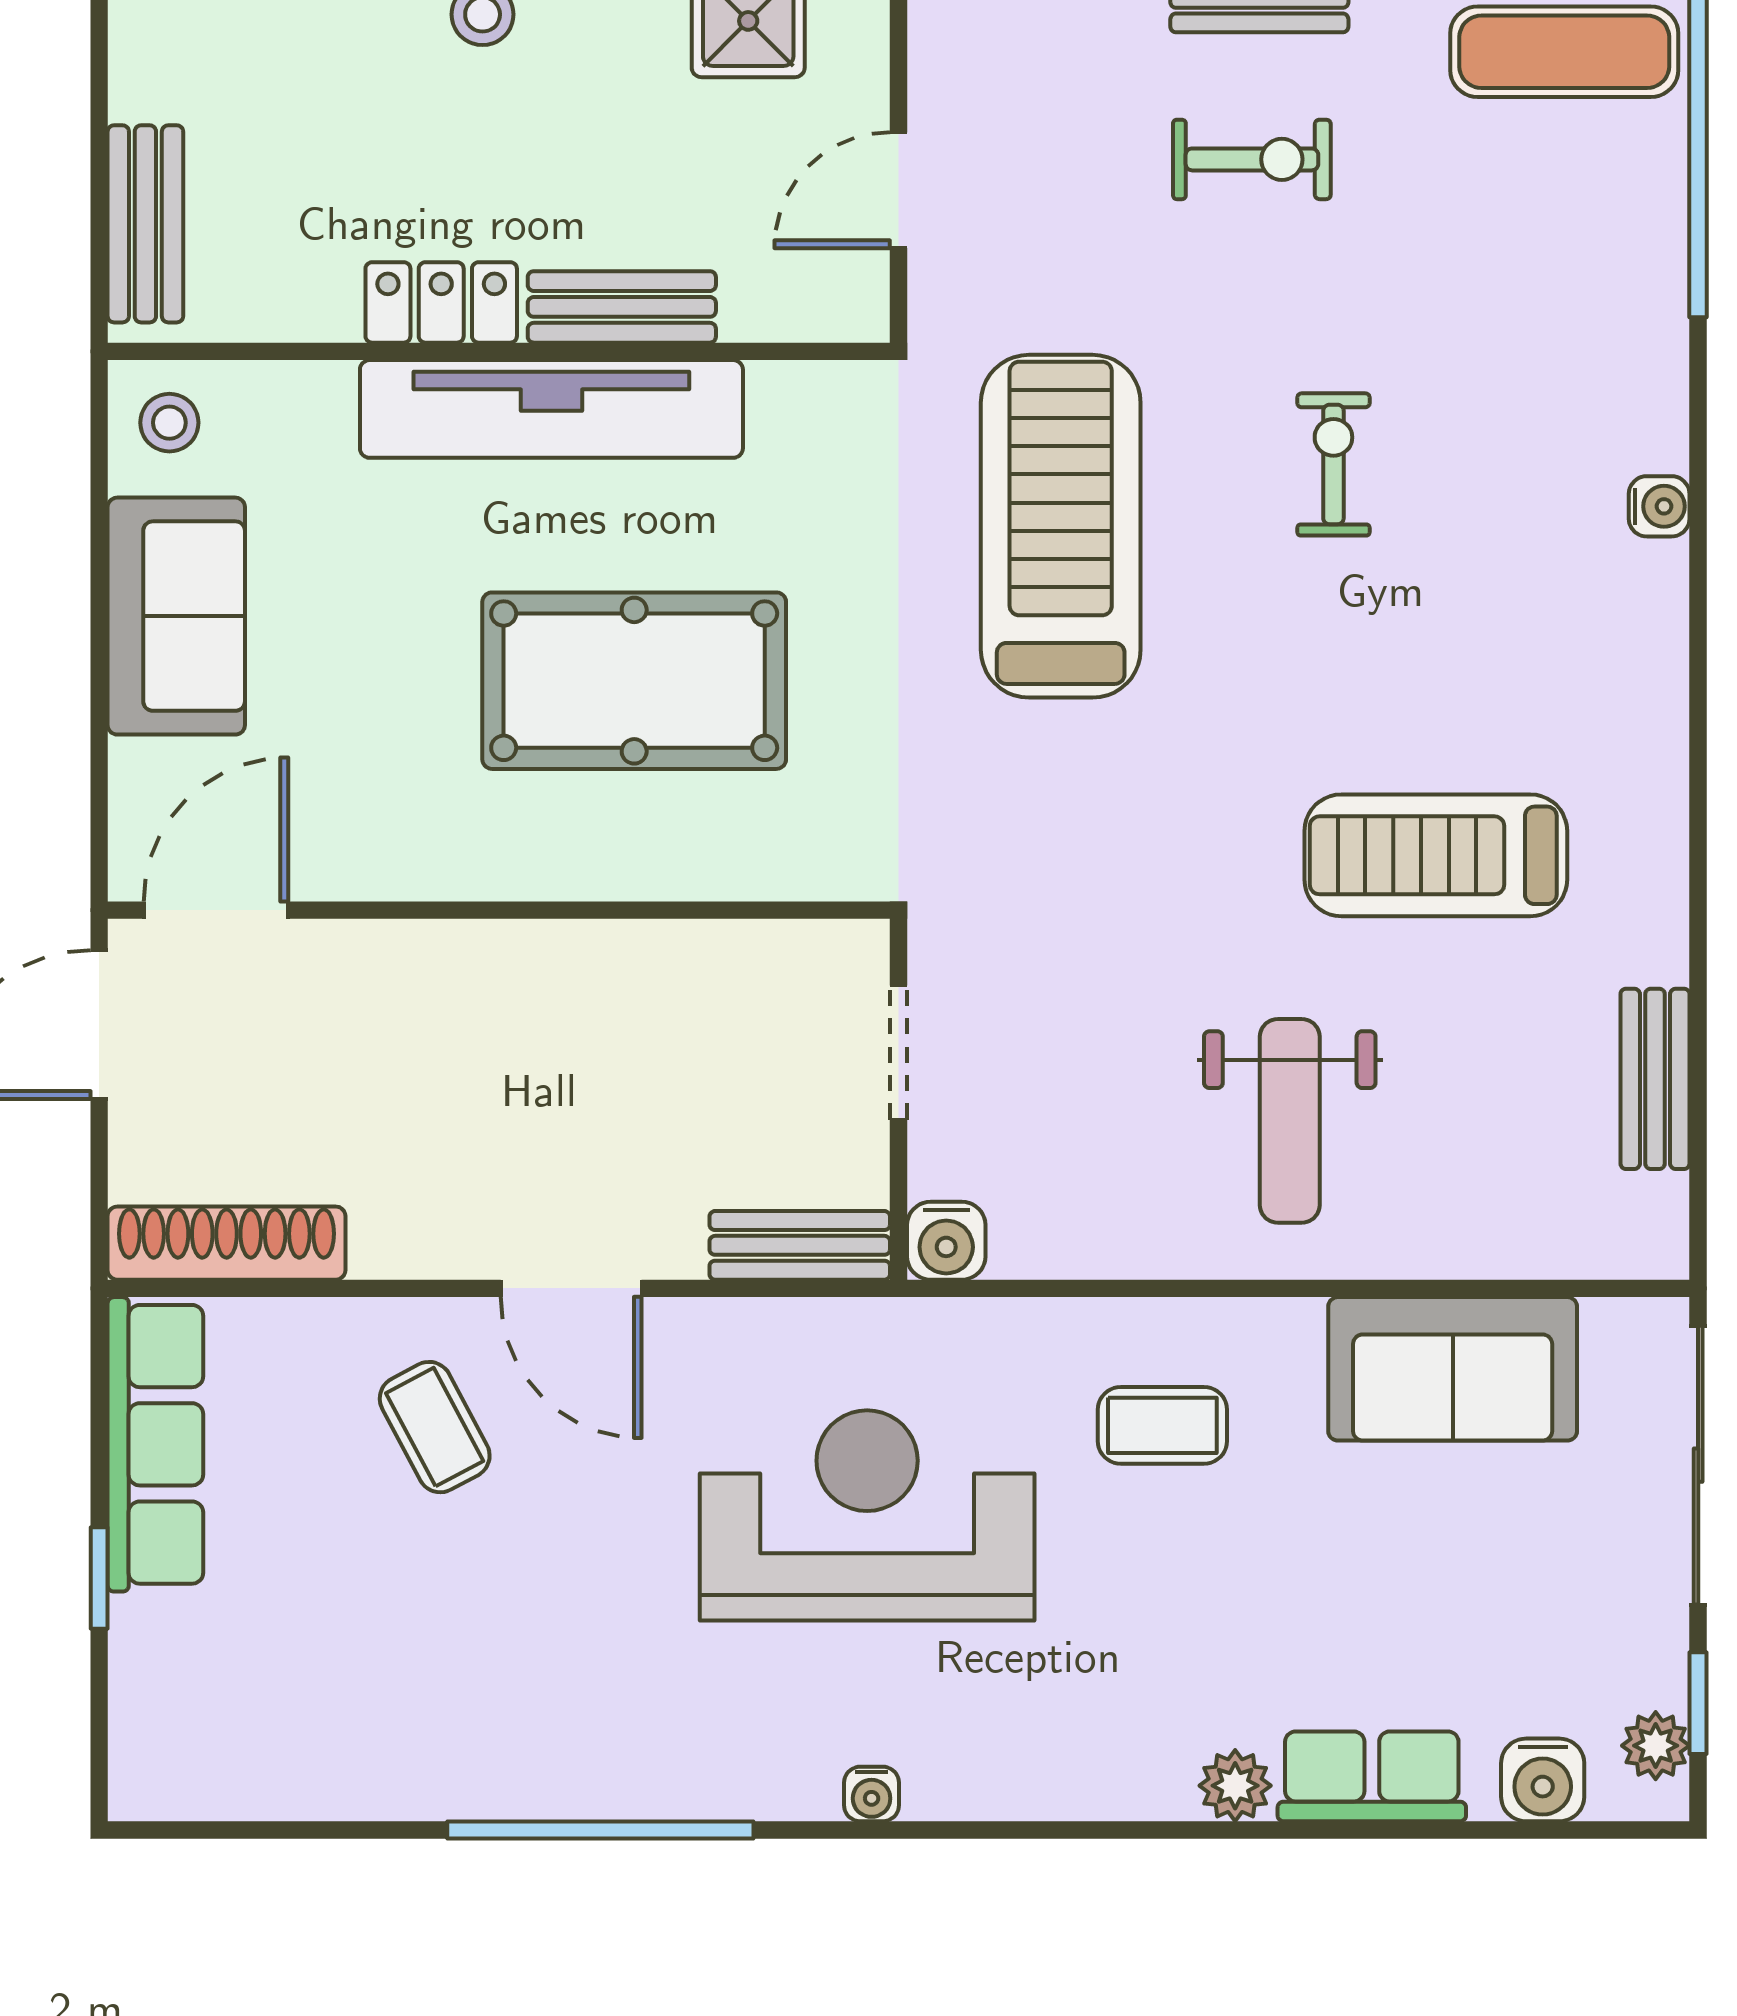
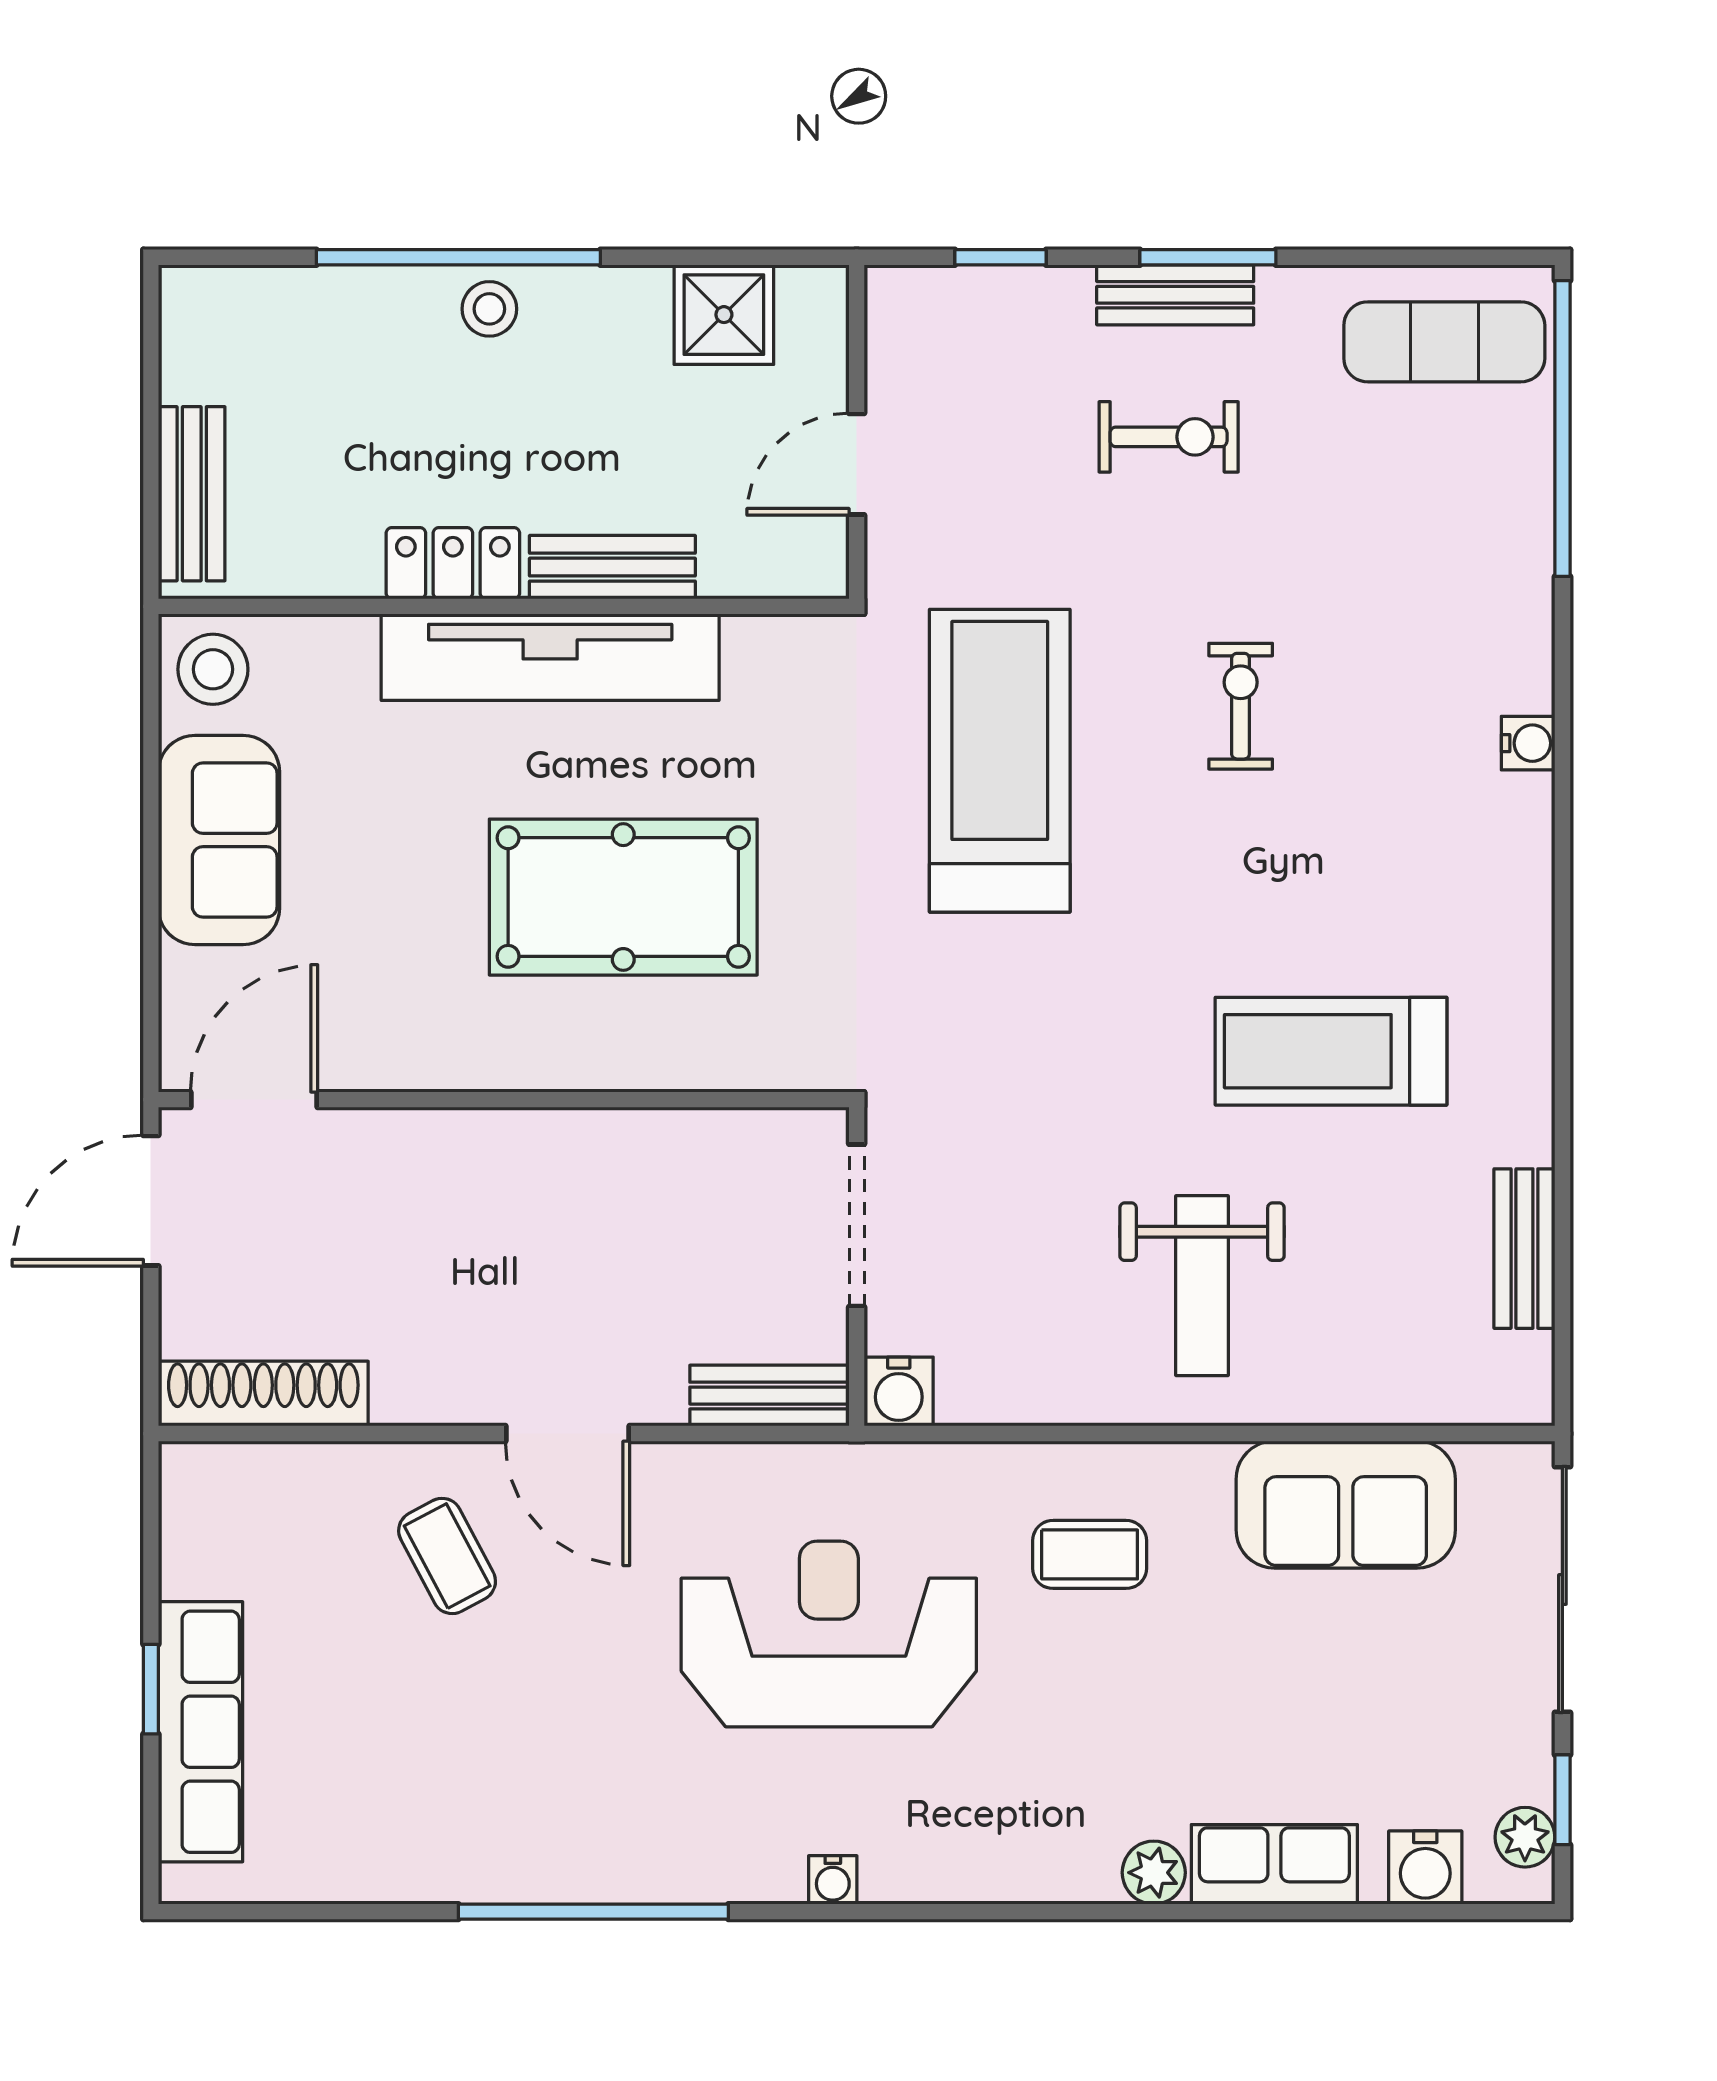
stool: (169, 423) -> (213, 669), width x1.37, depth x1.37
doorway: (899, 1053) -> (857, 1225), width x1.38
row of seats: (155, 1444) -> (201, 1732), moved

